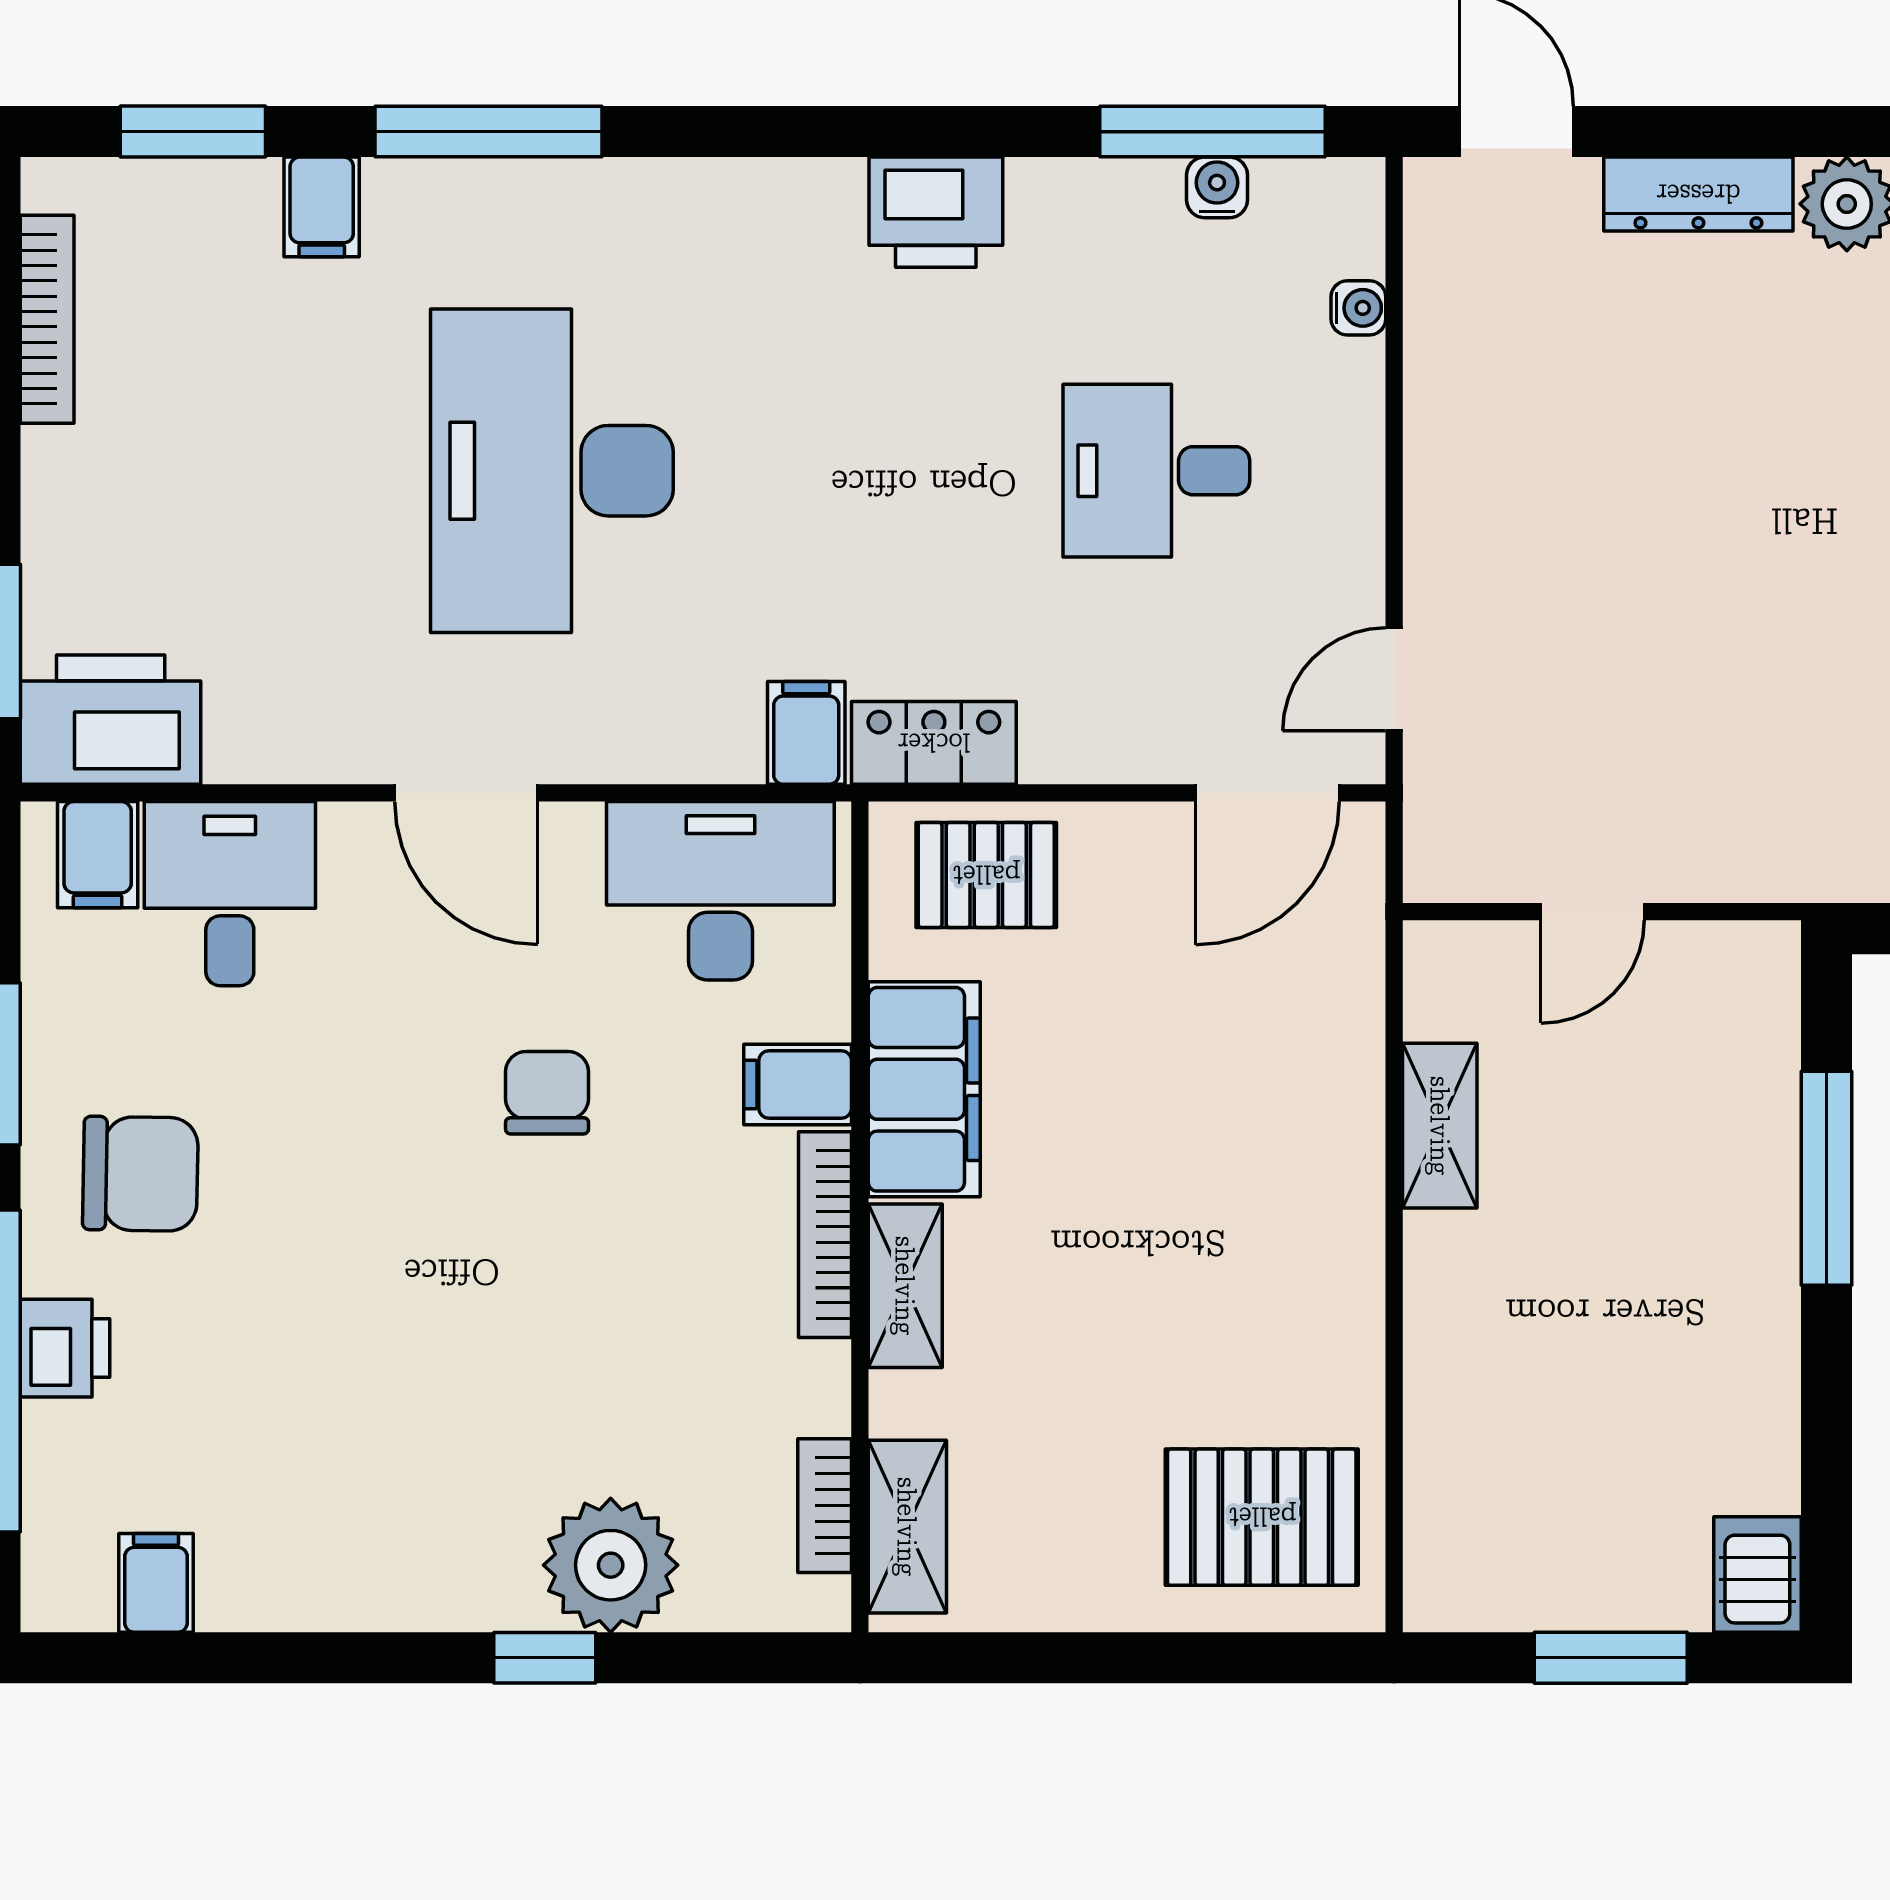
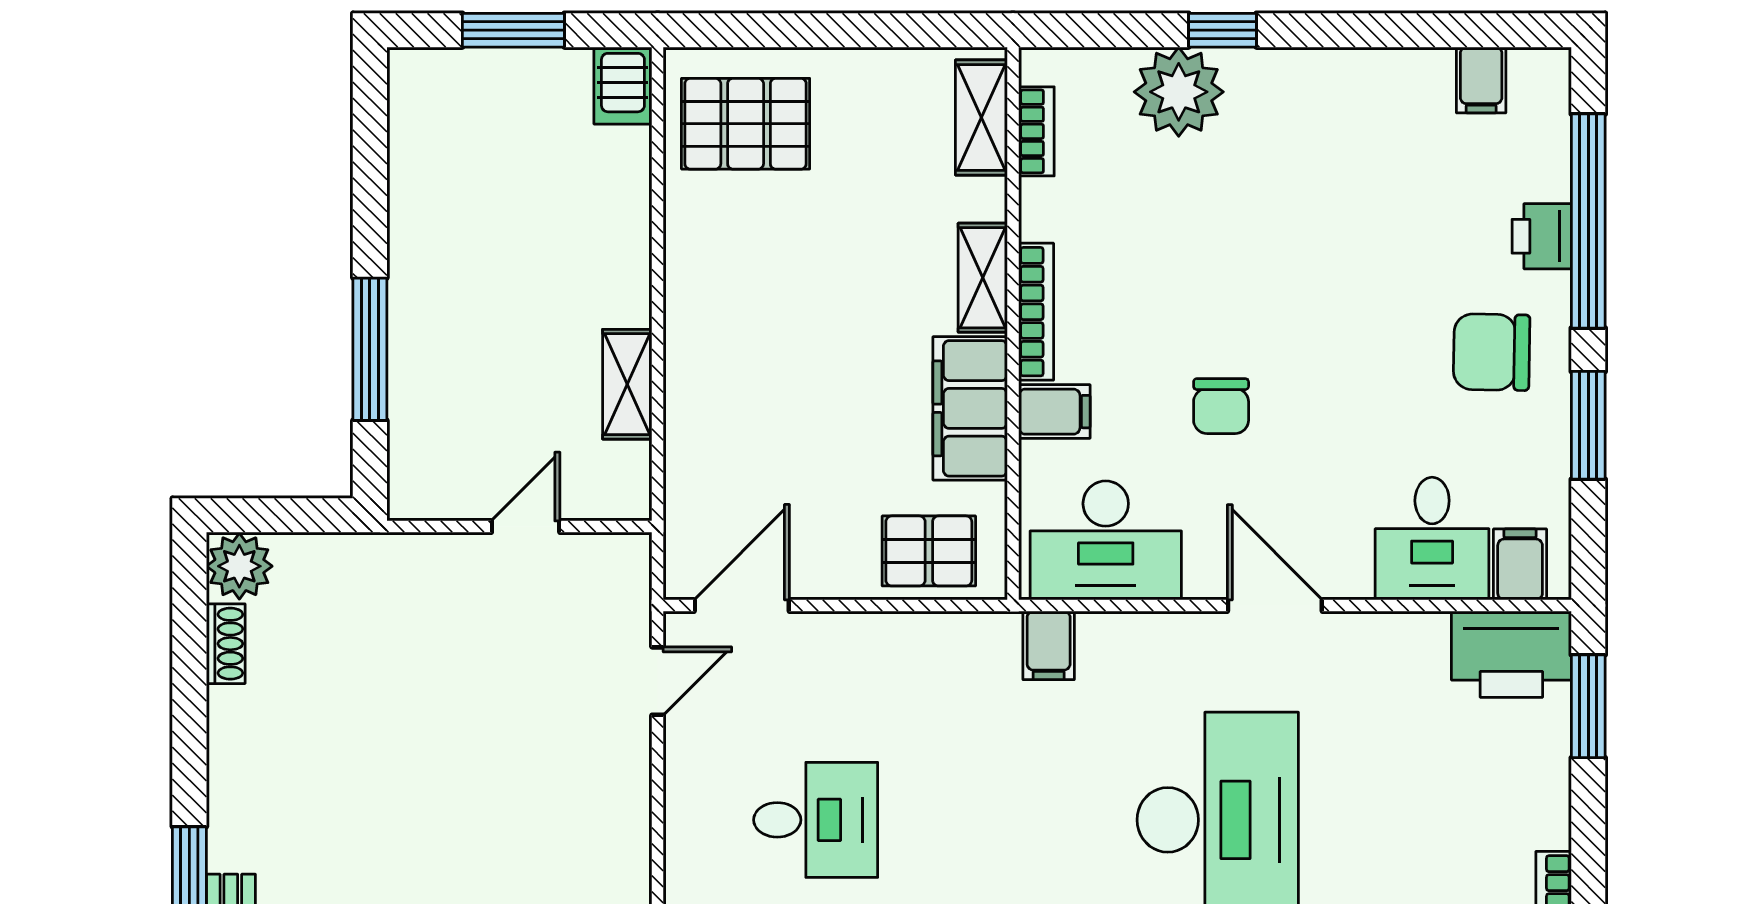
locker: (934, 743) -> (964, 639), removed
server rack: (1757, 1574) -> (623, 86), moved

